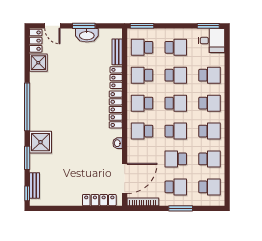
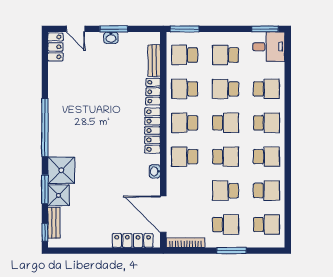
washbasin: (87, 35) -> (111, 38), width x0.52, depth x0.69
school desk: (176, 47) -> (226, 55), turned 180
shower: (38, 63) -> (59, 195), moved
school desk: (176, 75) -> (226, 89), turned 180
door: (125, 178) -> (163, 214), swing flipped

